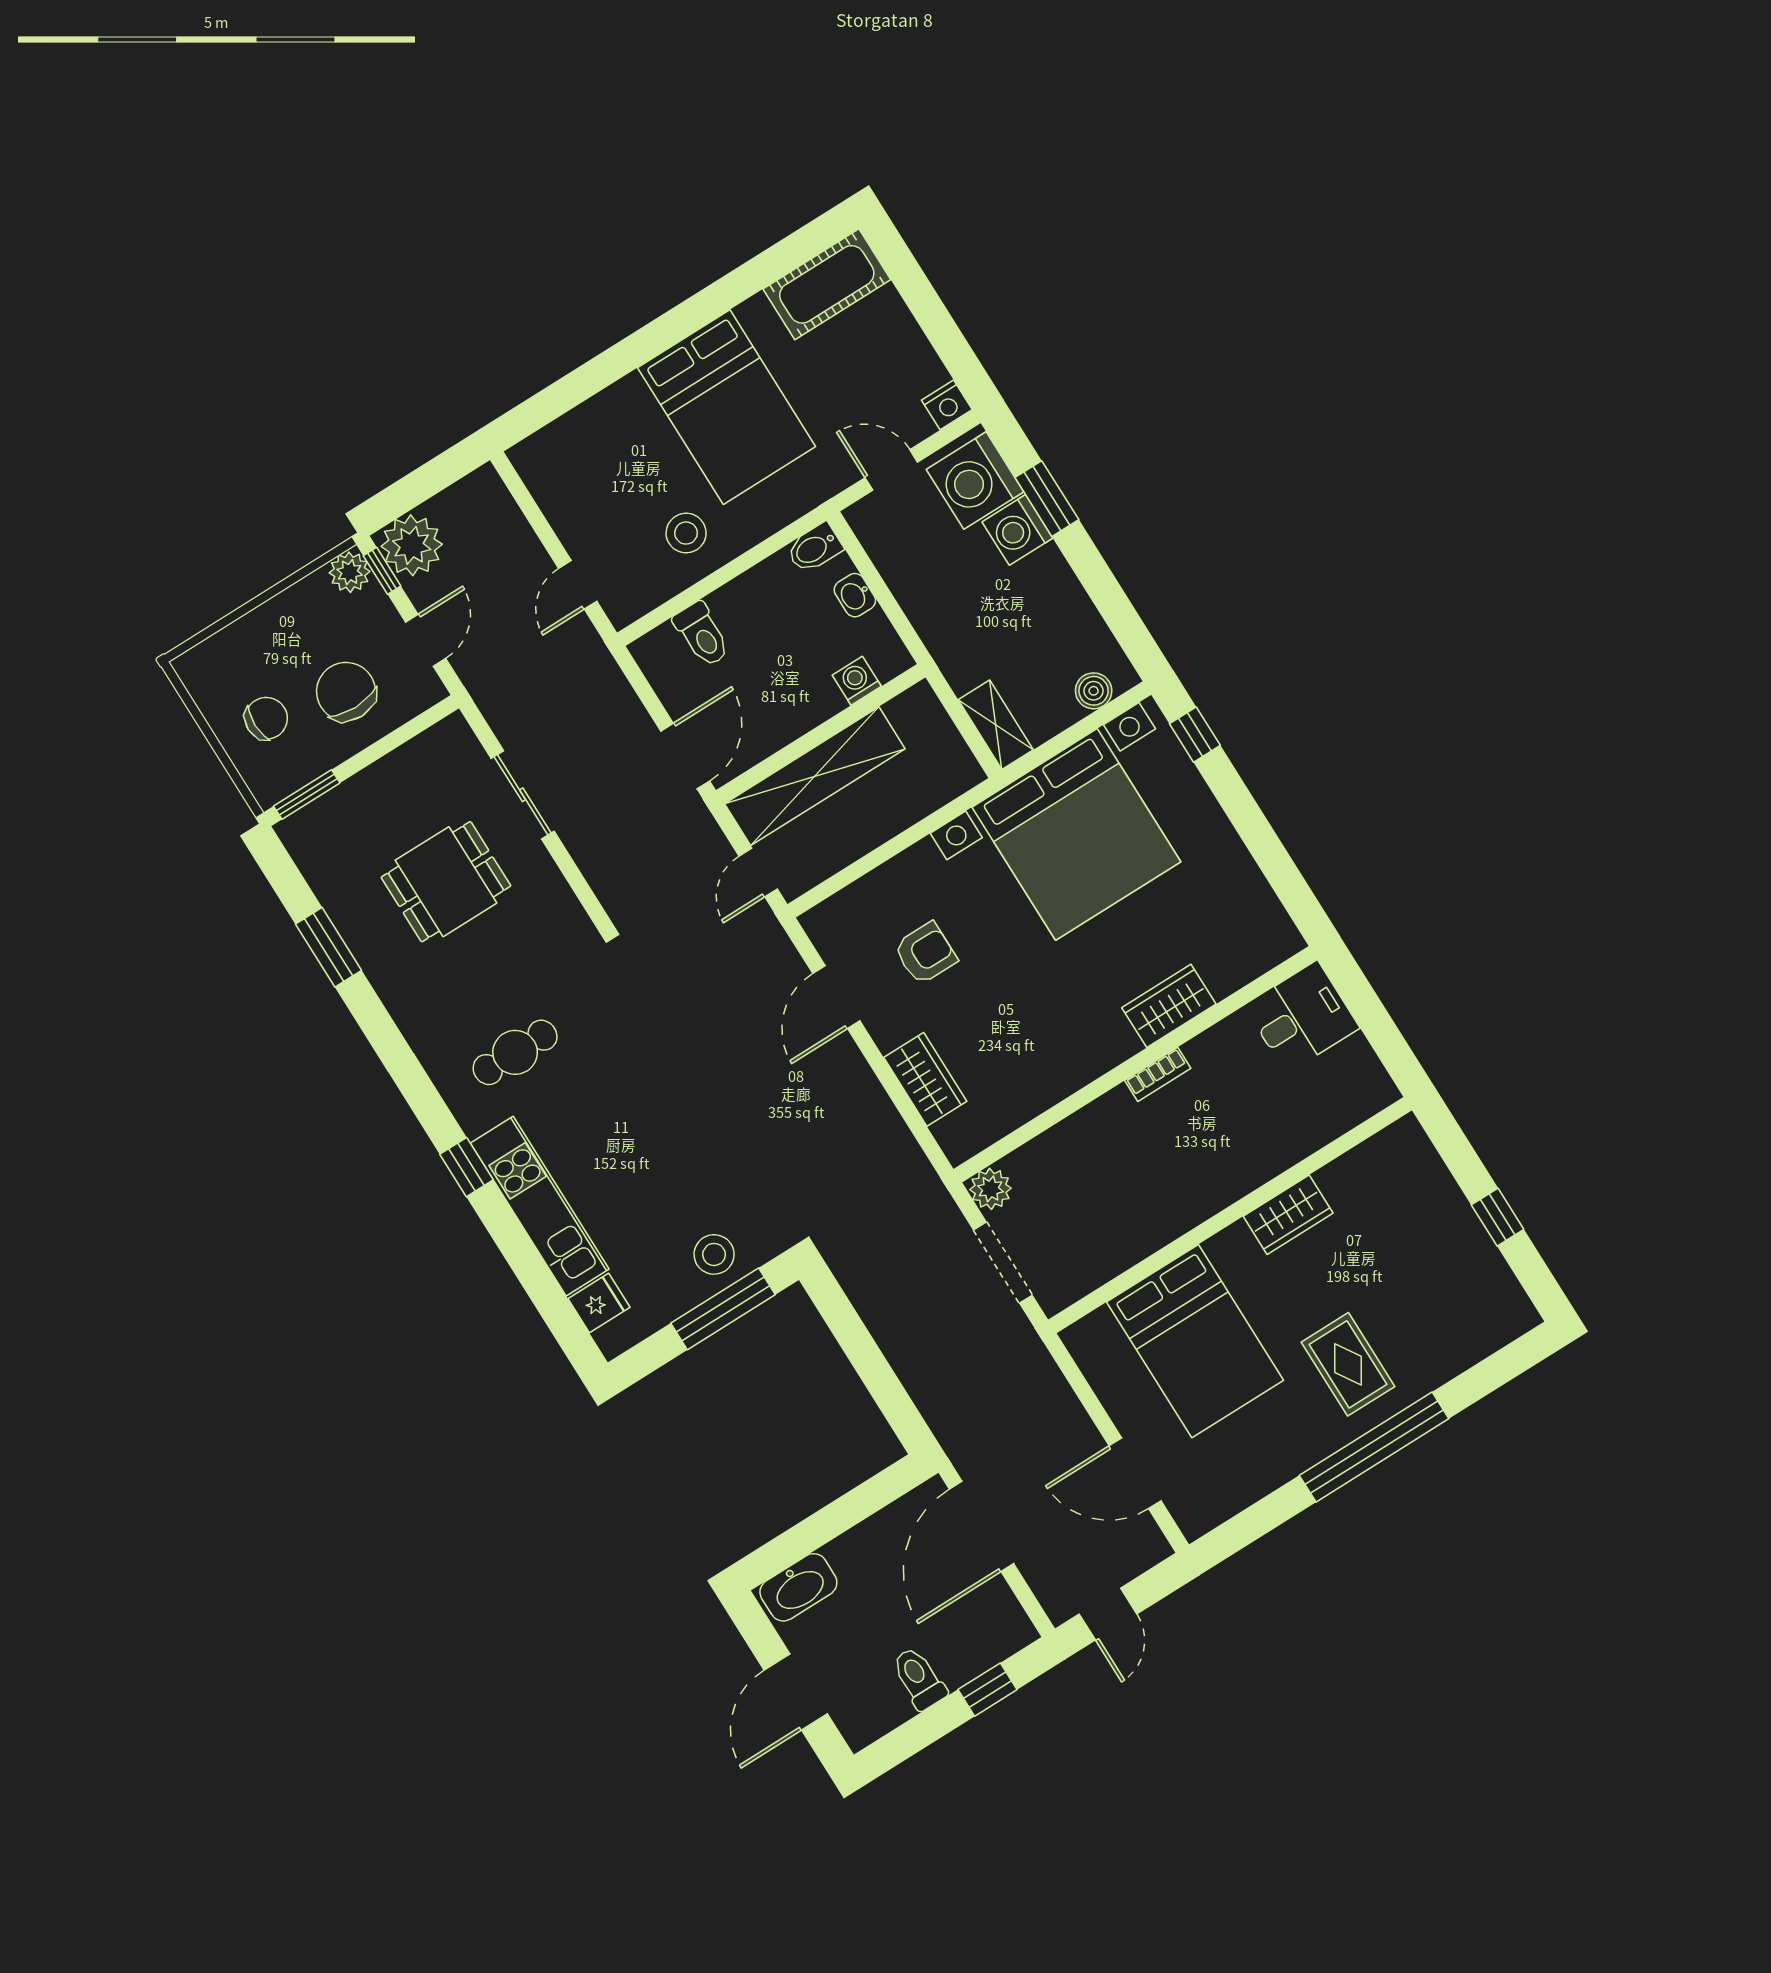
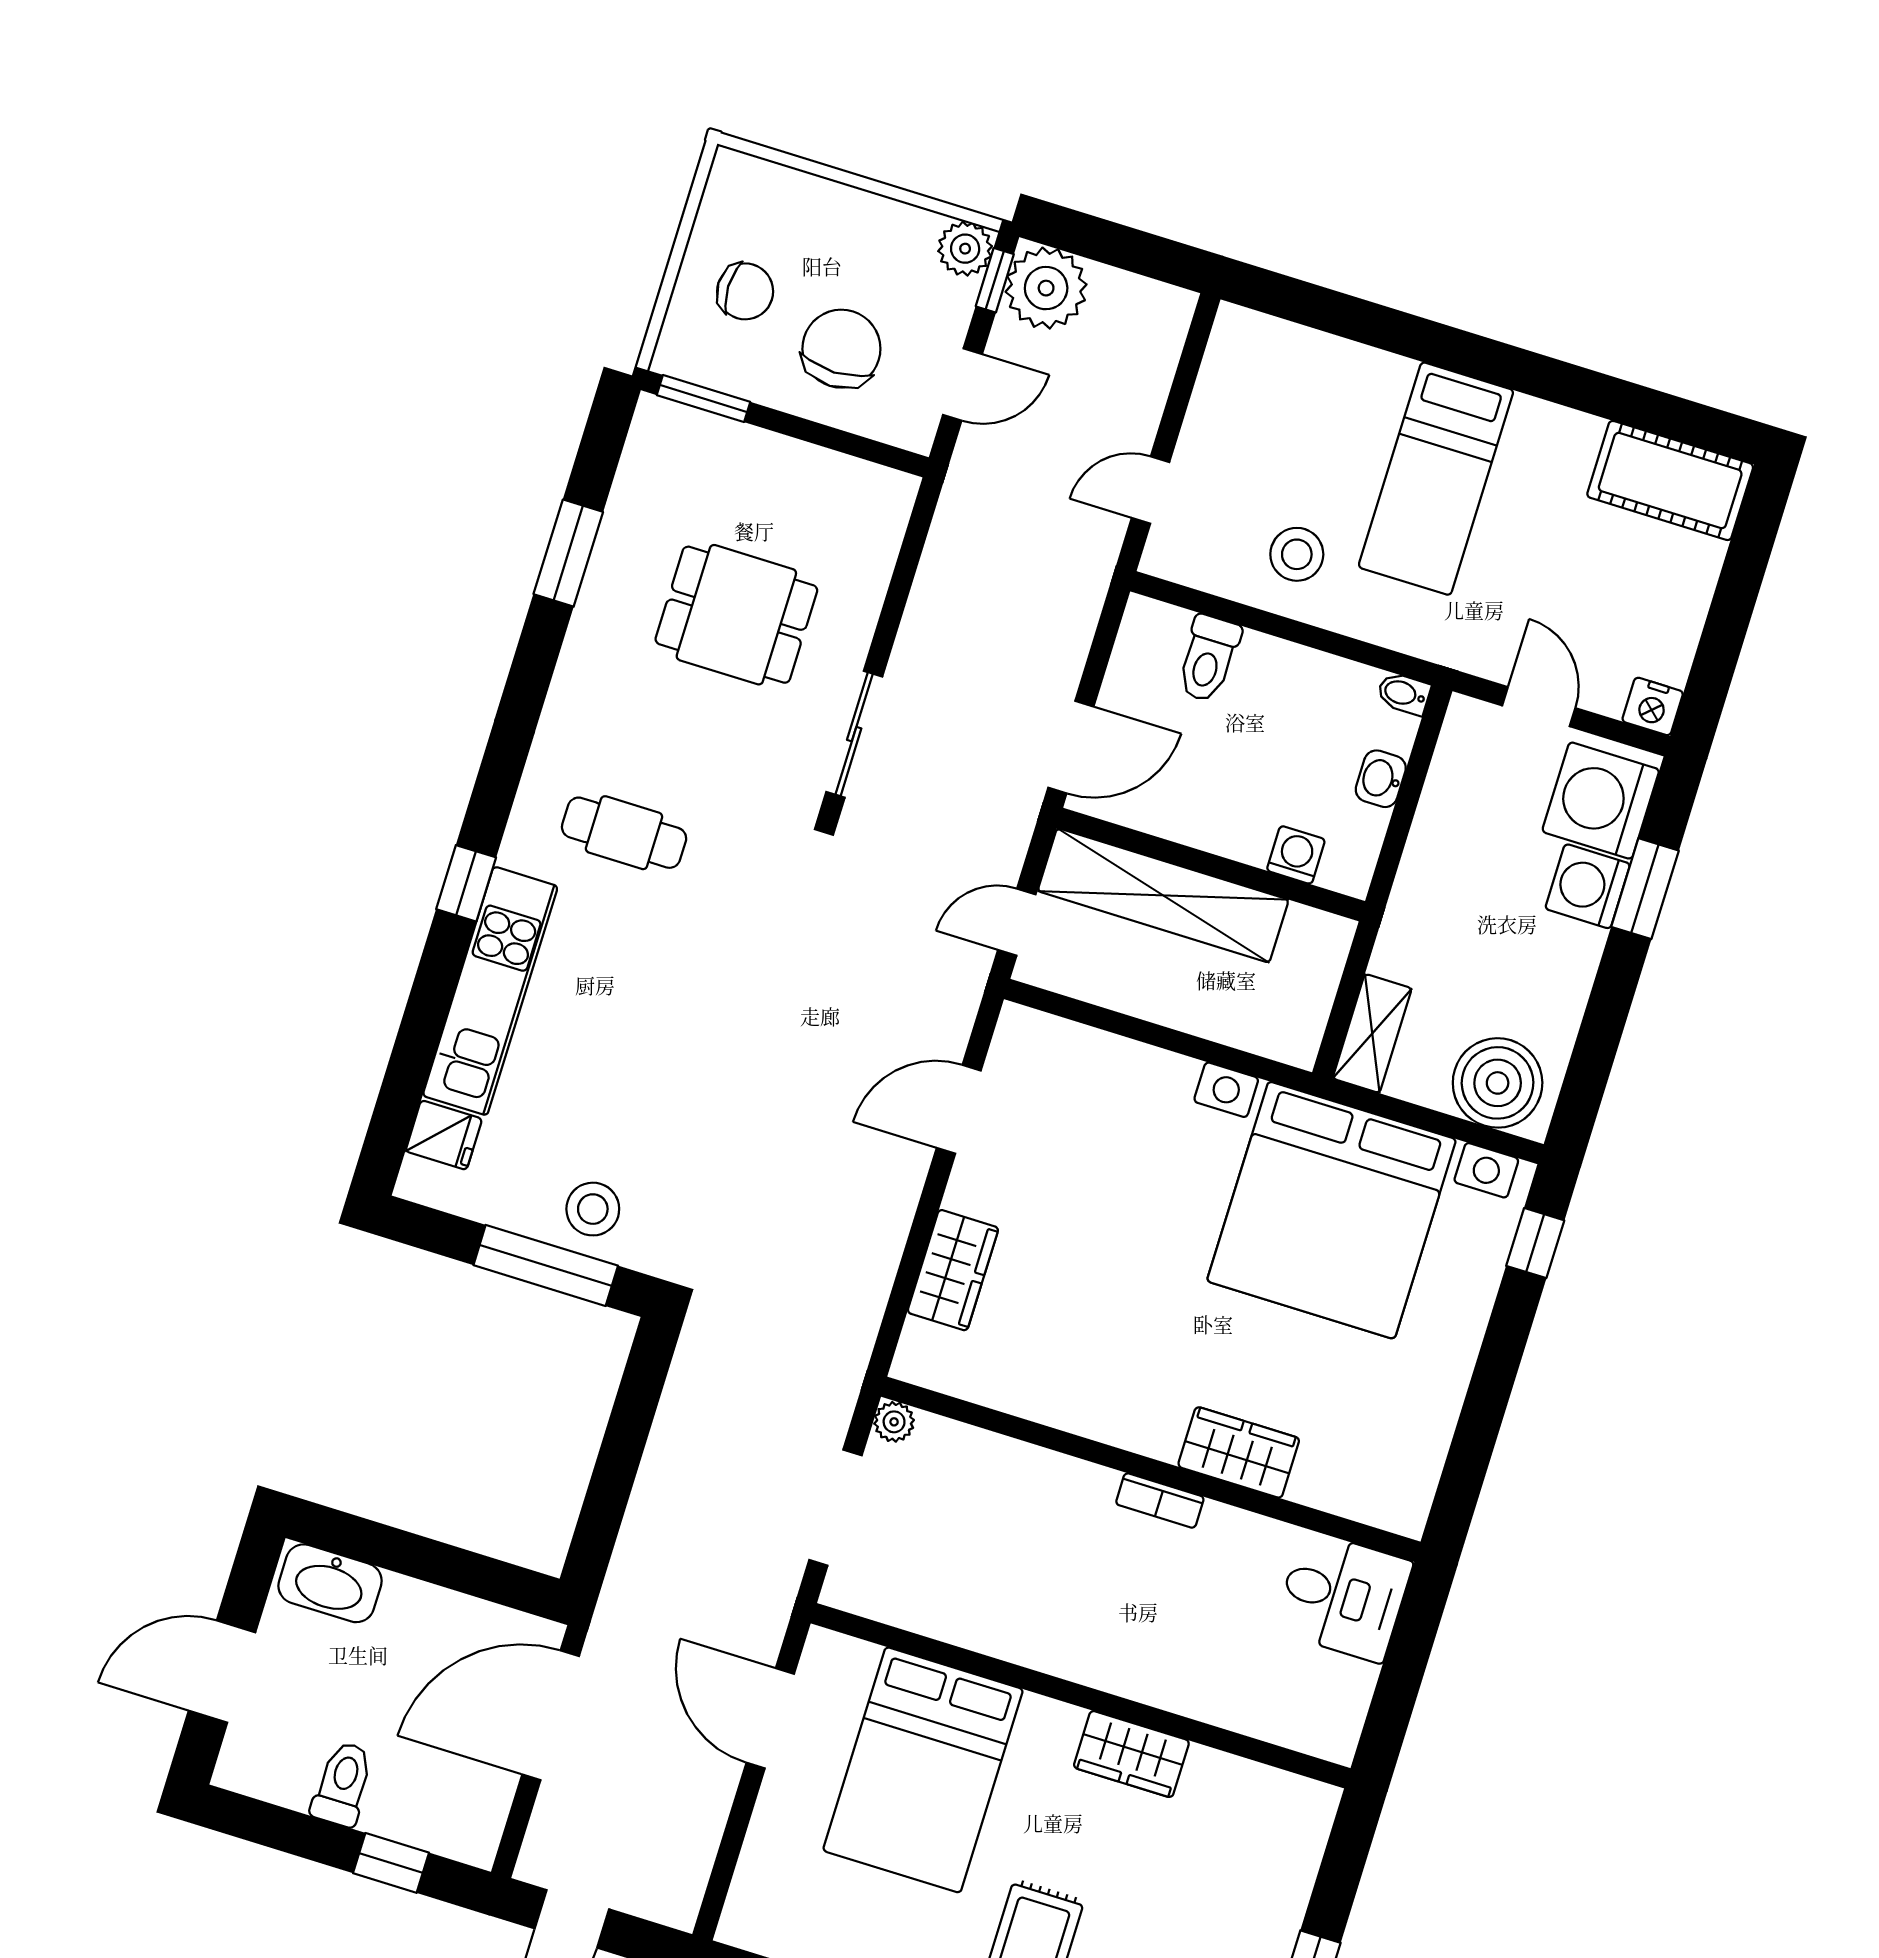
bed: (727, 407) -> (1436, 479), width x0.67
bidet: (814, 548) -> (1404, 694), width x0.72, depth x0.74
boiler: (1094, 691) -> (1498, 1083), width x1.86, depth x1.86
sliding door: (523, 795) -> (854, 734), moved
armchair: (925, 953) -> (1080, 1161), removed
plant: (990, 1189) -> (894, 1422), width x0.73, depth x0.73
door: (1135, 1473) -> (770, 1718), moved

